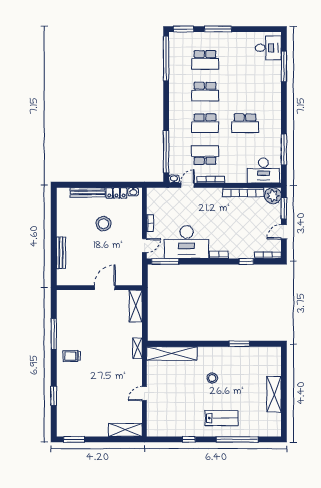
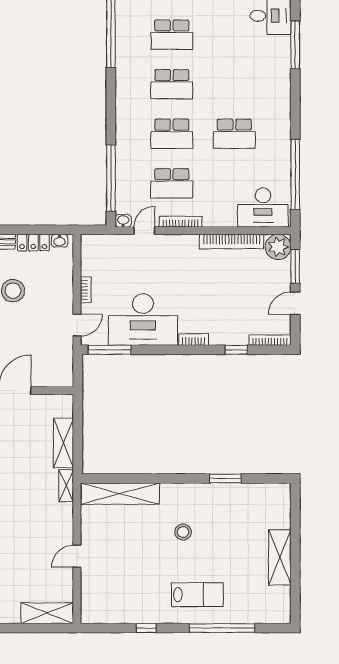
window: (284, 149) -> (295, 175), width x1.46
school desk: (205, 155) -> (172, 183), turned 180
shelving: (136, 306) -> (63, 443), moved

